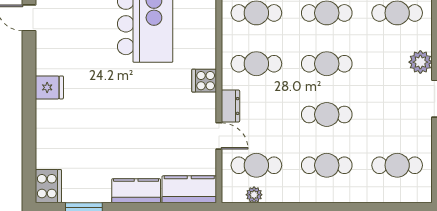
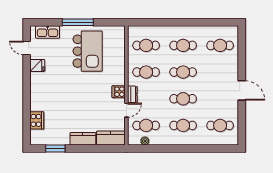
plant: (420, 62) -> (232, 71), removed
cooker: (204, 81) -> (119, 92), moved
fridge: (49, 87) -> (37, 65), moved
door: (219, 136) -> (126, 110), hinge flipped
cooker: (48, 186) -> (37, 120), moved

